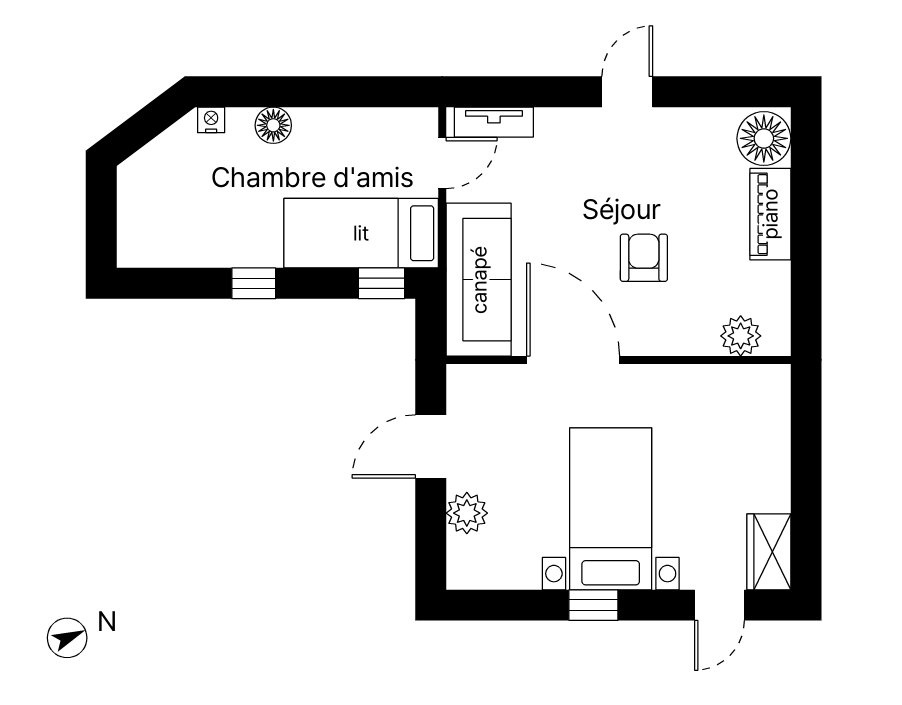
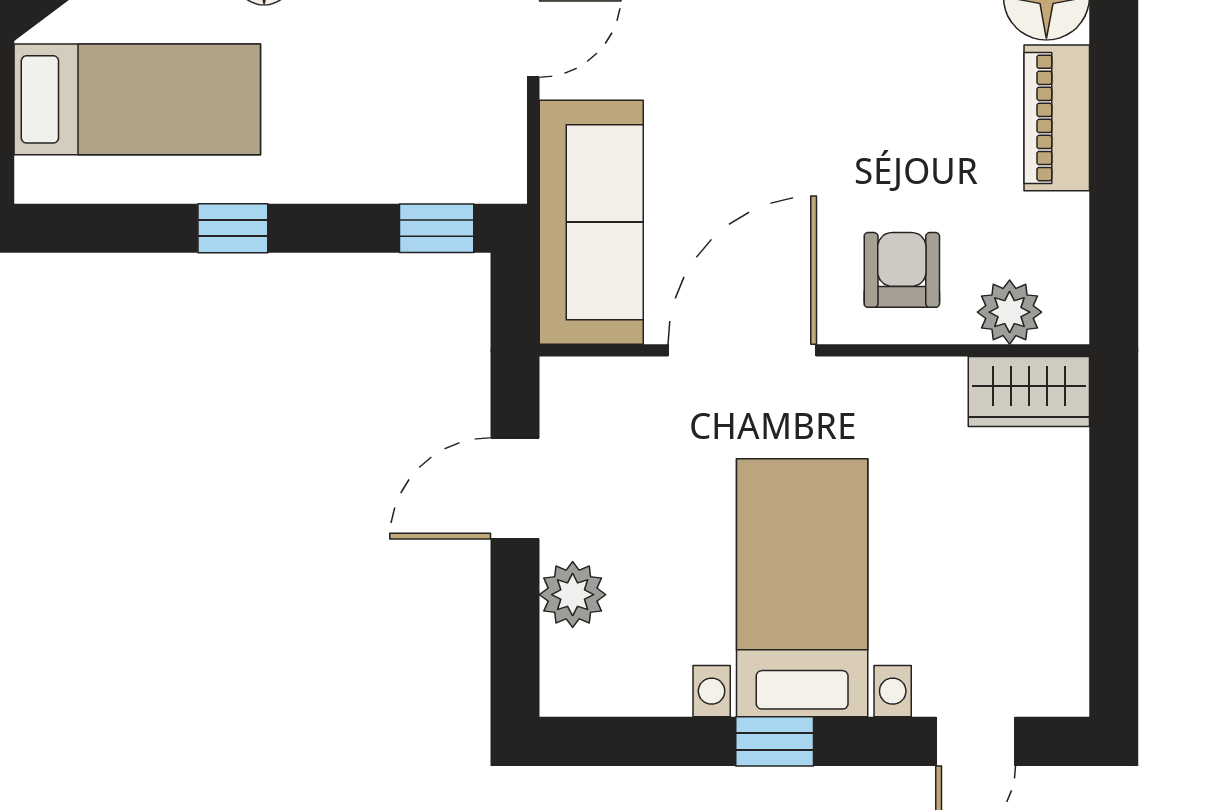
bed: (361, 233) -> (137, 99), moved, turned 180
armchair: (644, 258) -> (902, 270), moved
door: (573, 360) -> (742, 350), hinge flipped
wardrobe: (769, 552) -> (1029, 392), moved, turned -90

